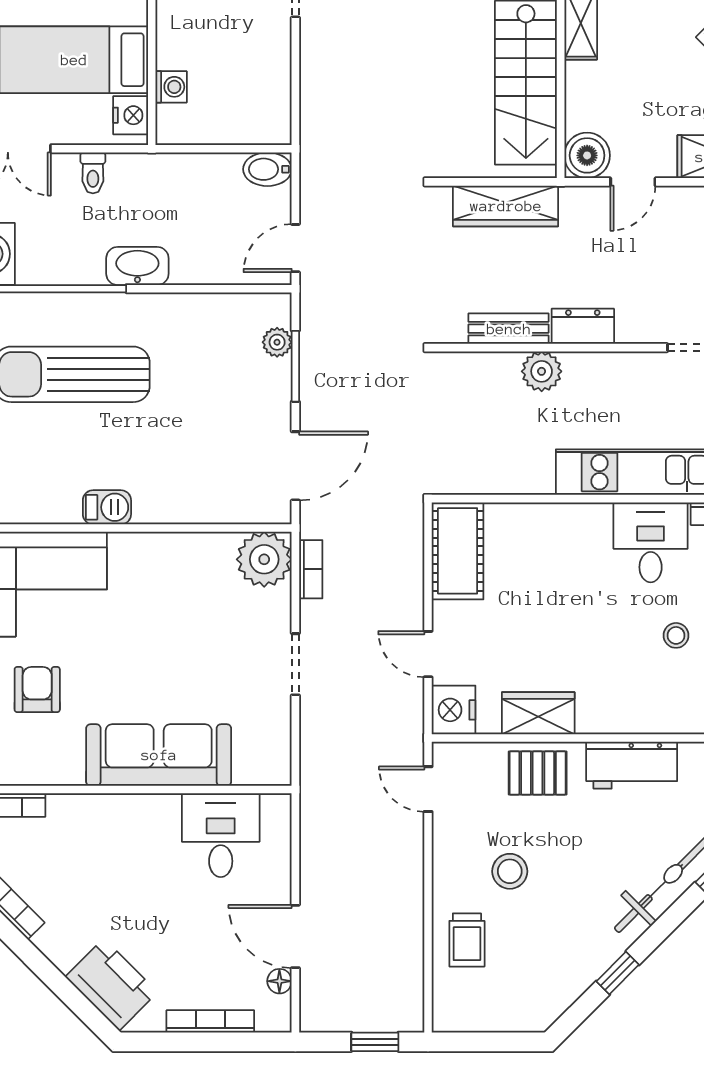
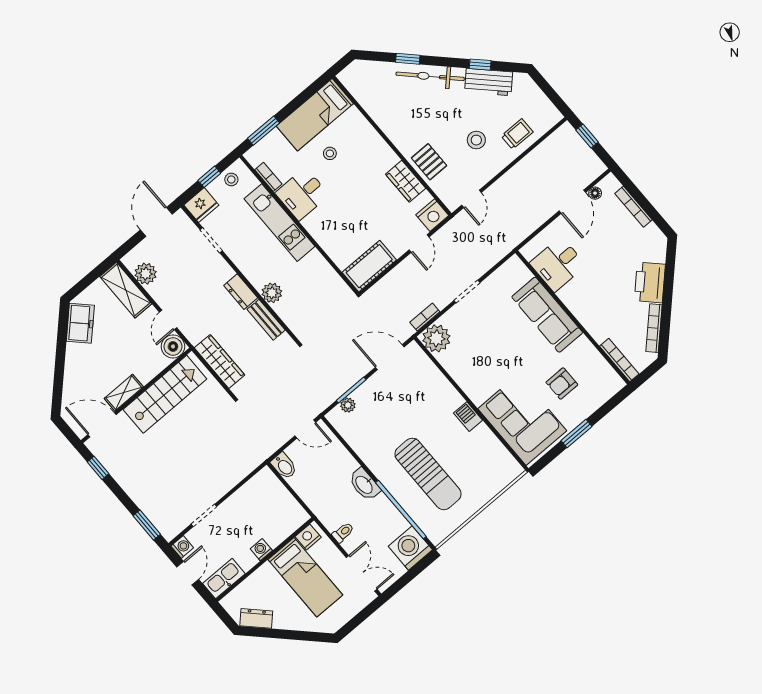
washing machine: (171, 87) -> (261, 550), moved
door: (633, 182) -> (168, 320), swing flipped
workbench: (632, 765) -> (489, 82), moved, turned 135
printer: (111, 985) -> (650, 282), moved

